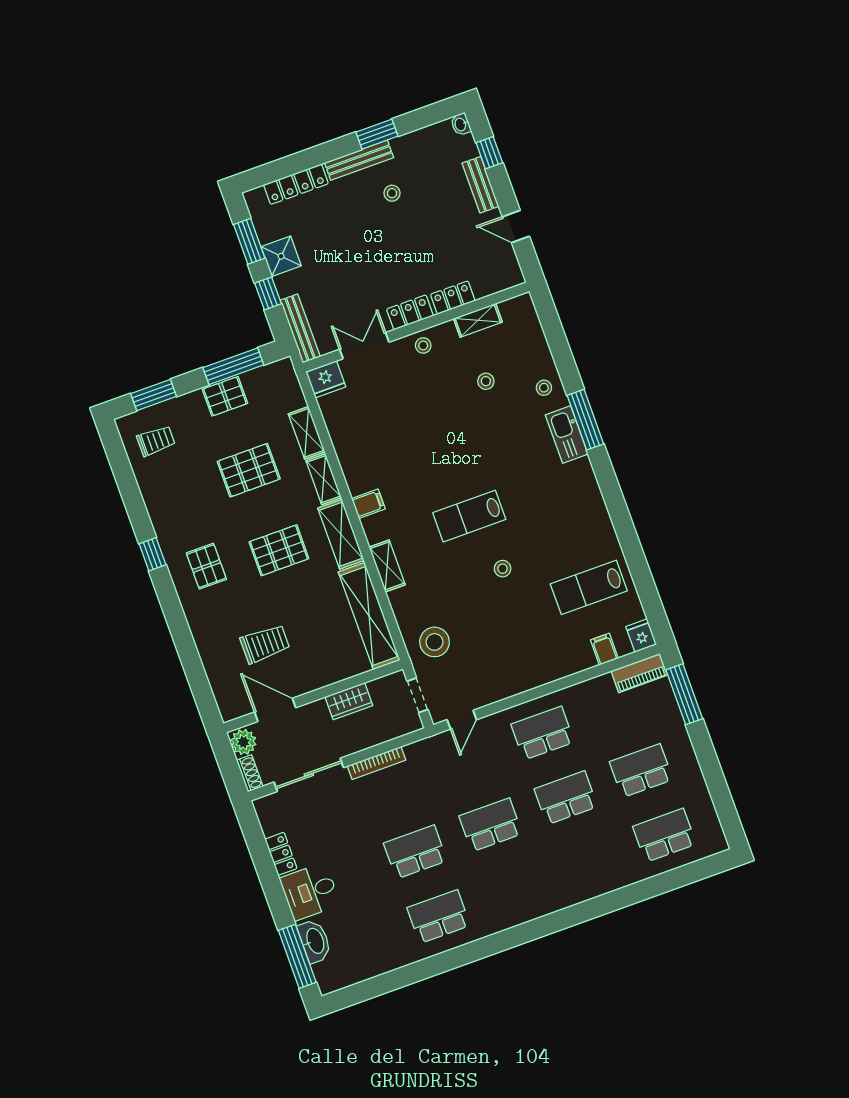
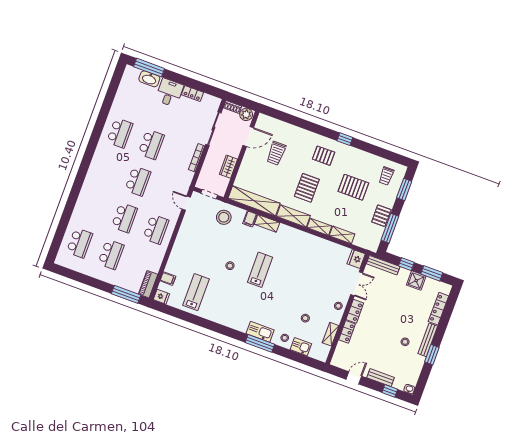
kitchen sink: (537, 351) -> (301, 347), added
pallet: (249, 470) -> (353, 187), moved, turned 90
filing cabinet: (368, 504) -> (250, 219), moved

